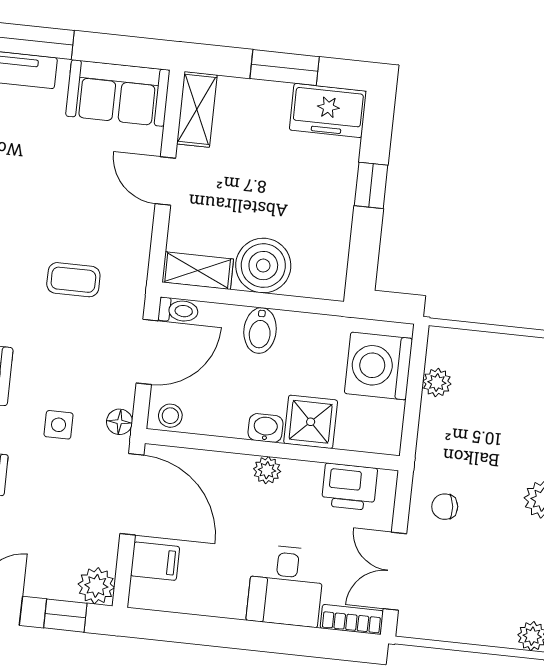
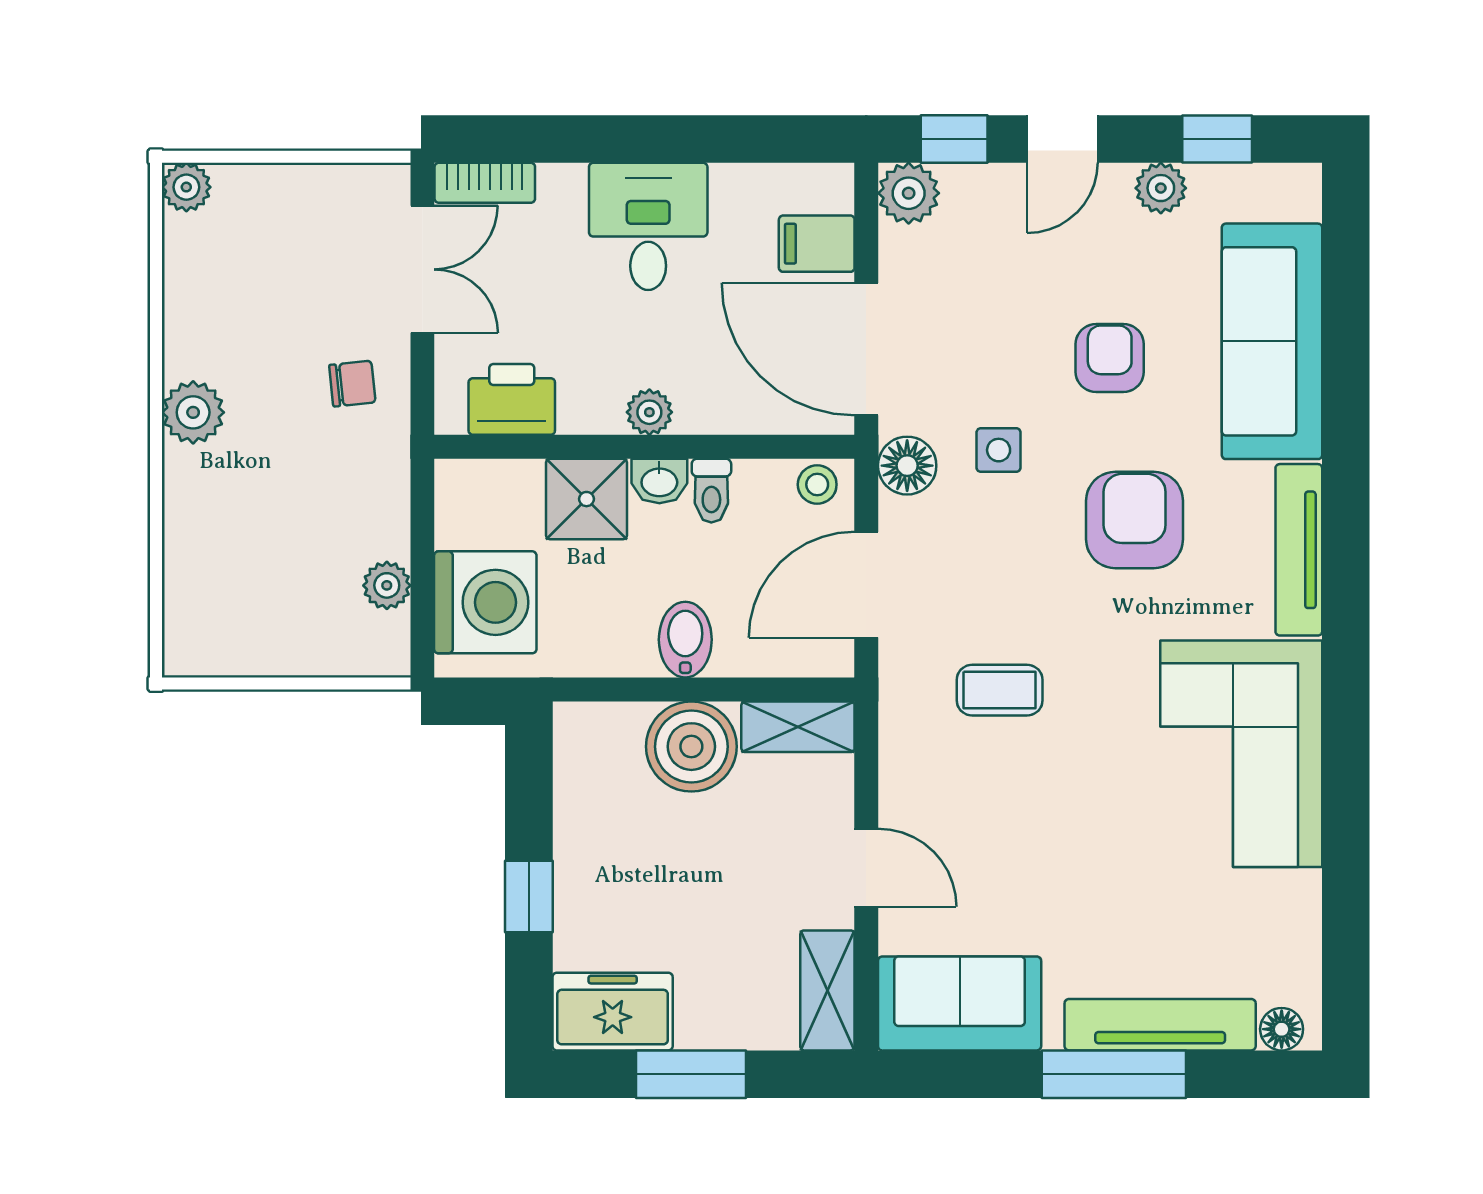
toilet: (178, 311) -> (711, 491), moved, turned -90
floor lamp: (120, 422) -> (907, 466), width x1.37, depth x1.37
desk: (286, 586) -> (648, 226), moved

